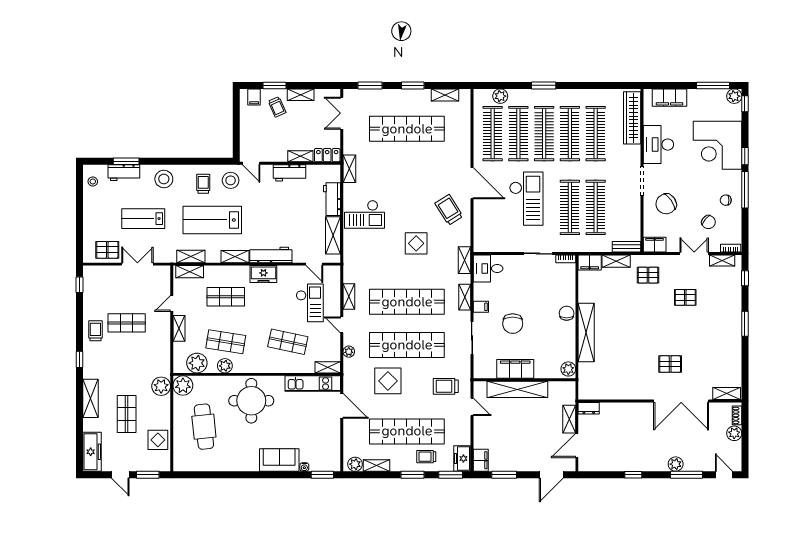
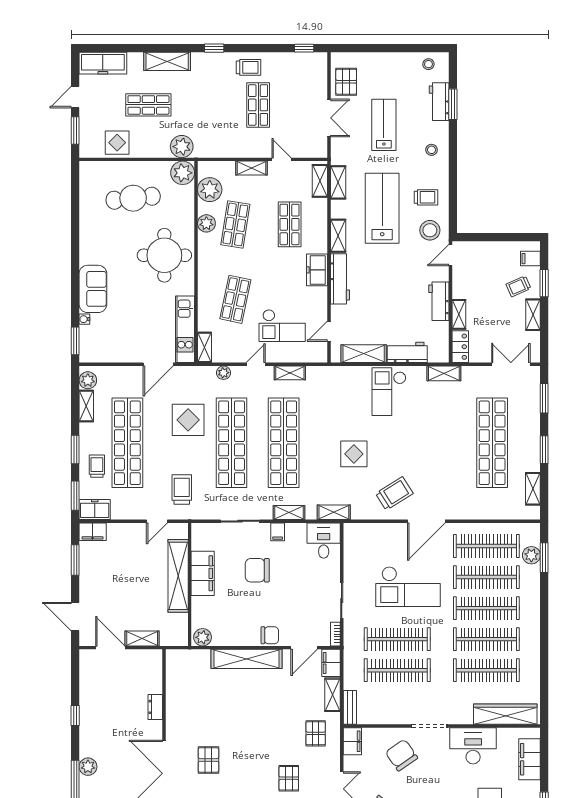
window: (544, 85) -> (544, 558), moved
stool: (164, 179) -> (432, 150), width x0.53, depth x0.53
door: (577, 285) -> (304, 648), added
dresser: (589, 408) -> (155, 707), moved

